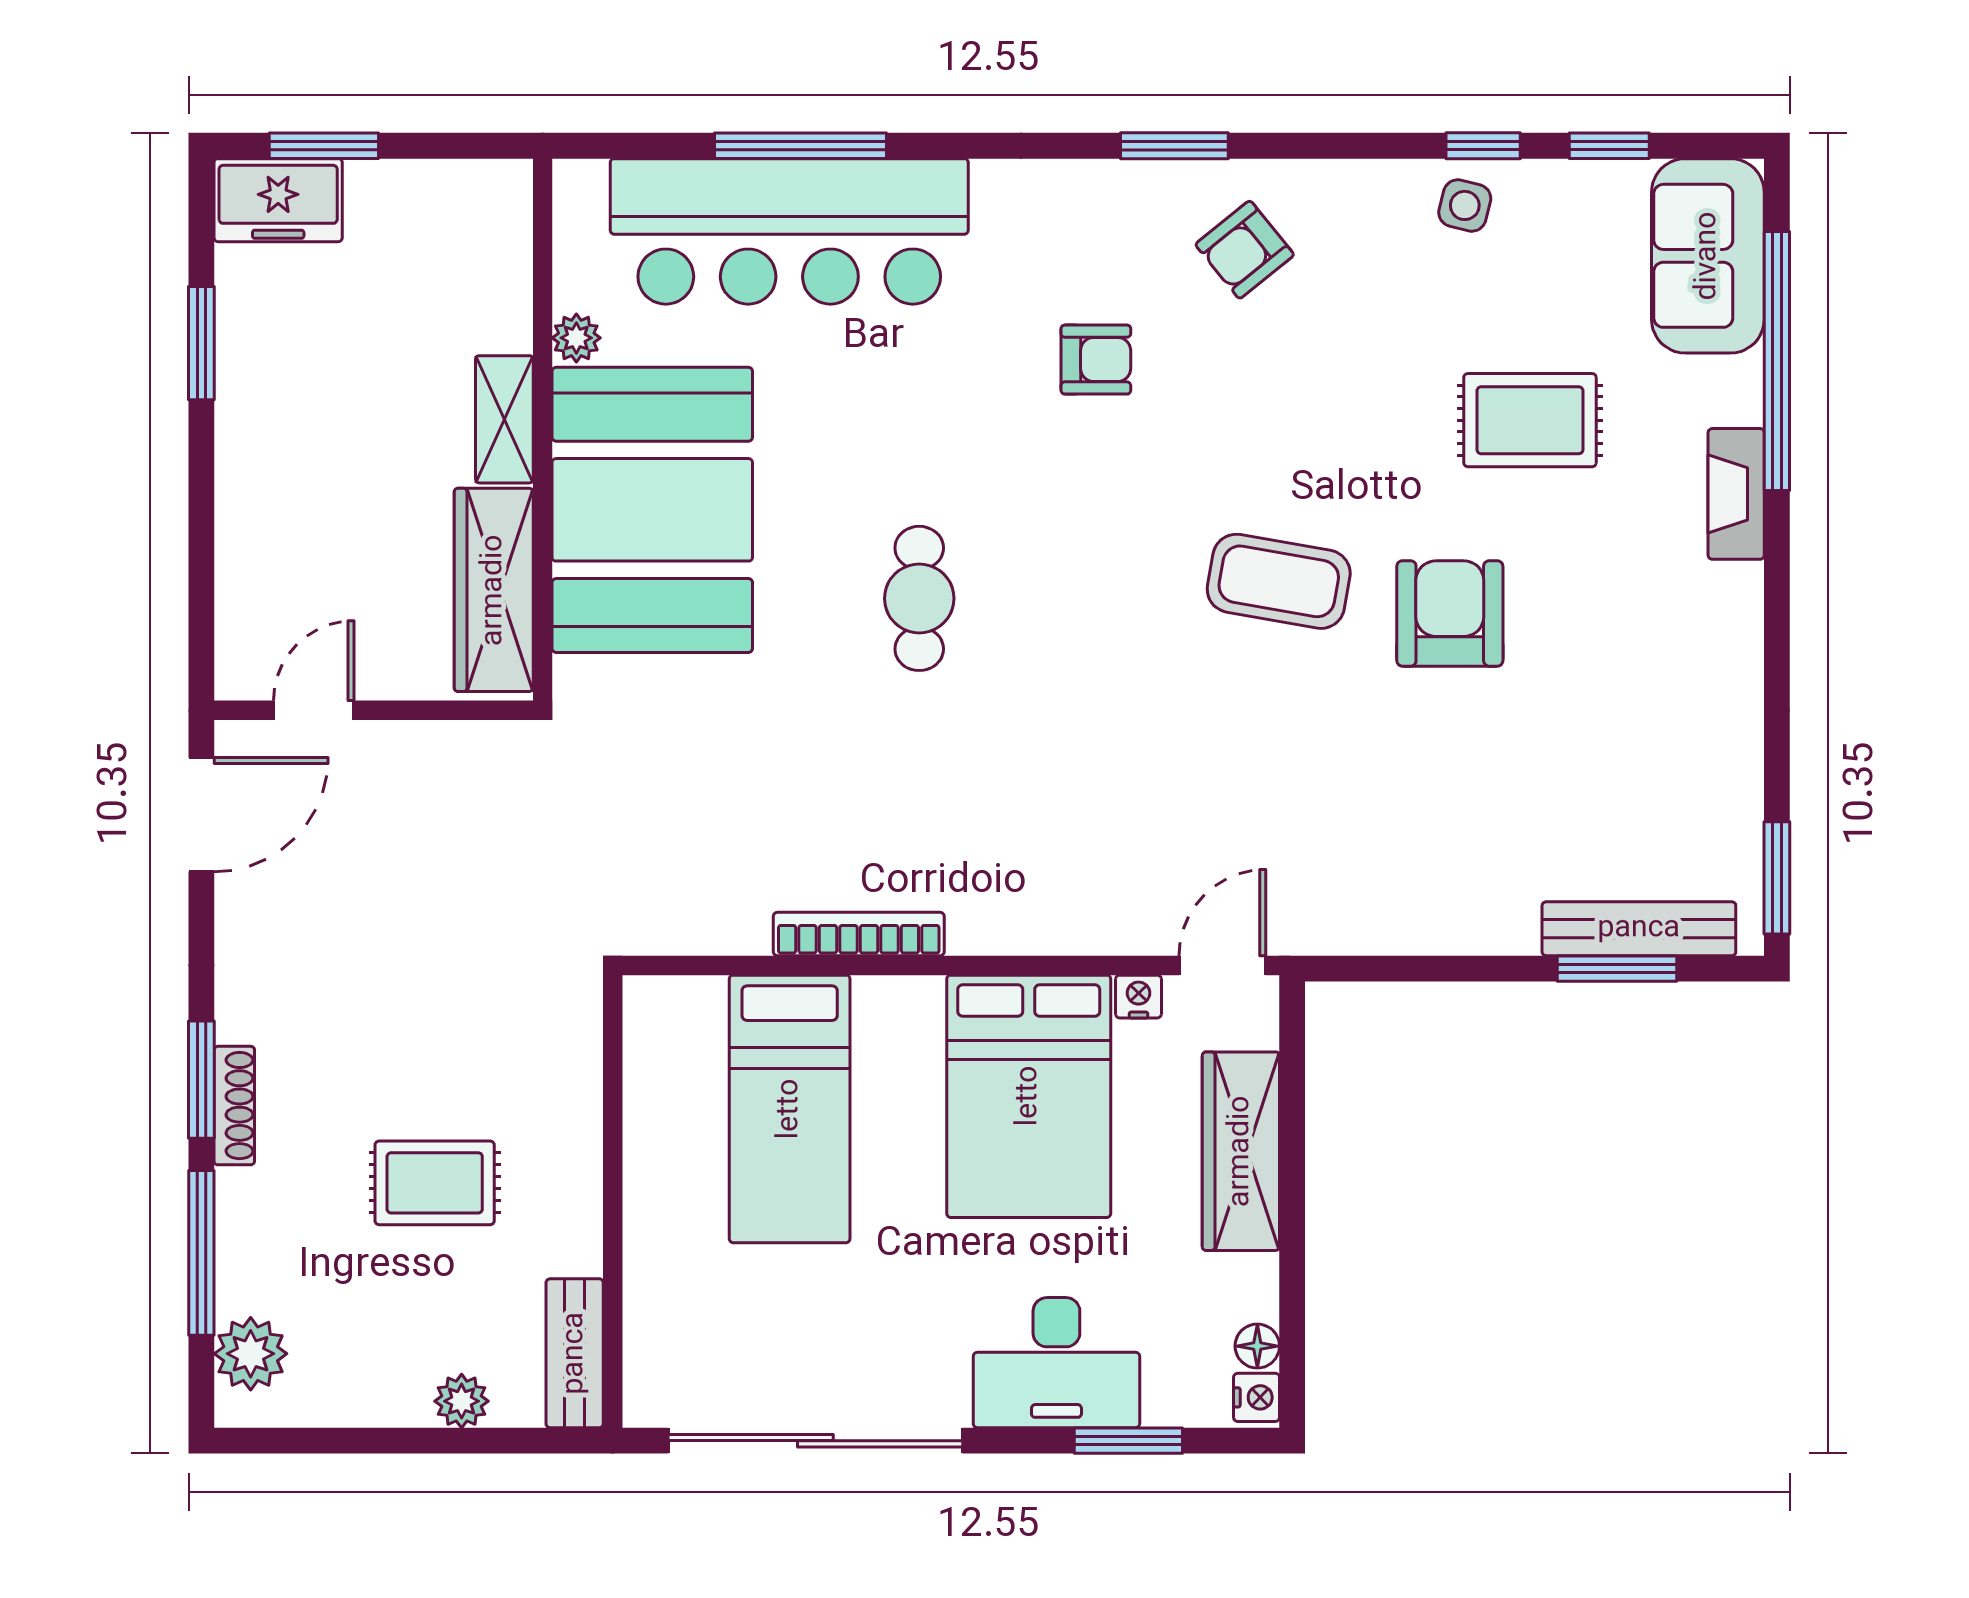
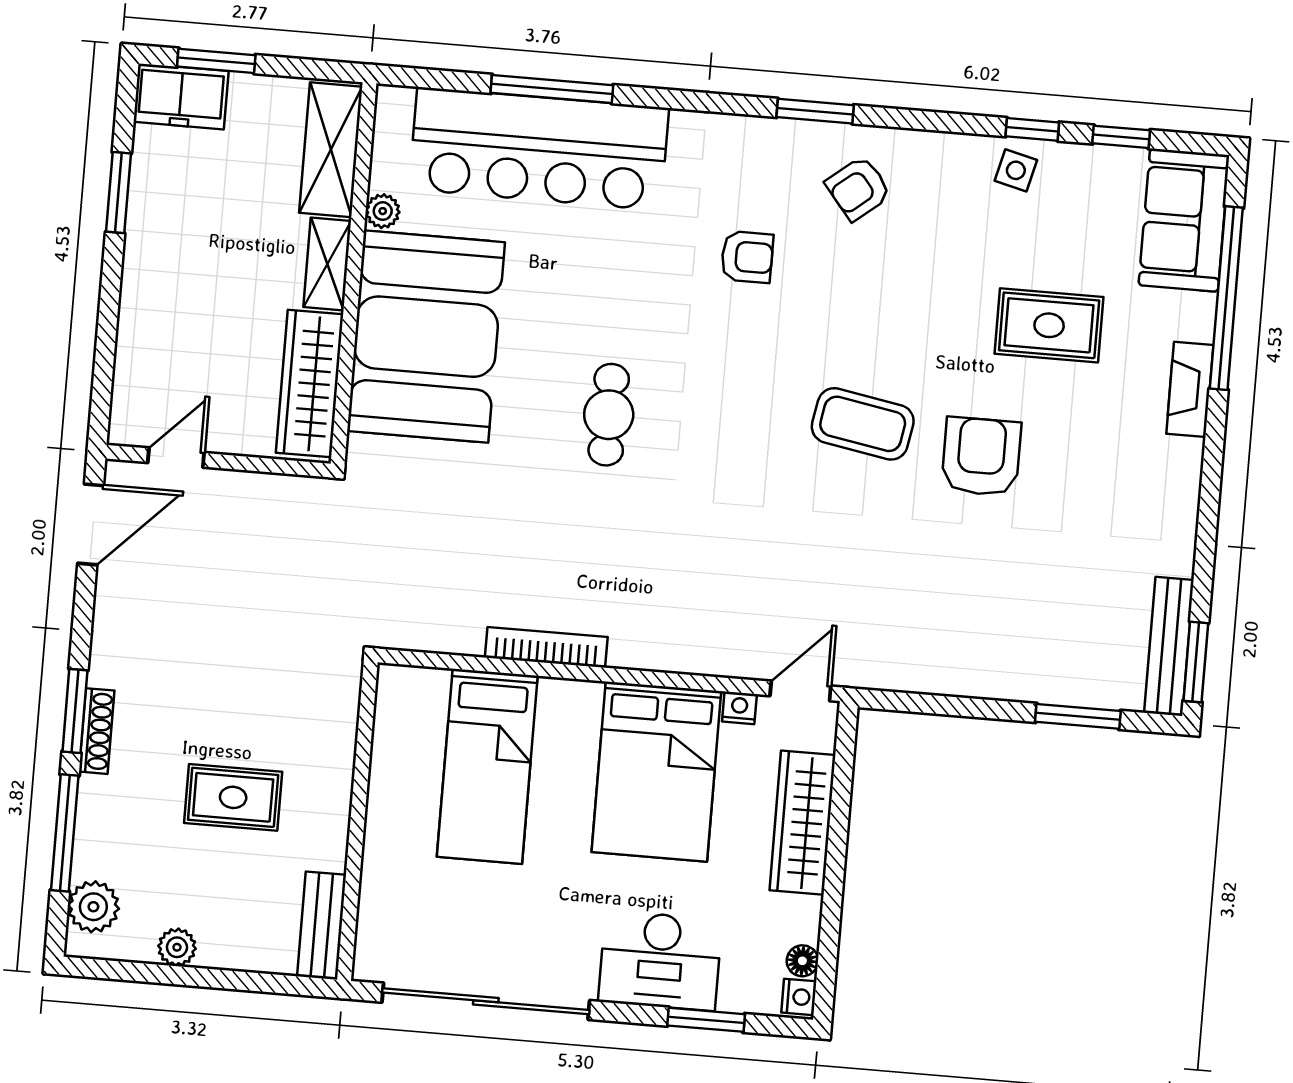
shelving: (496, 258) -> (331, 150), added
bench: (1639, 929) -> (1169, 646), moved, turned 90
plant: (462, 1401) -> (177, 947), moved

